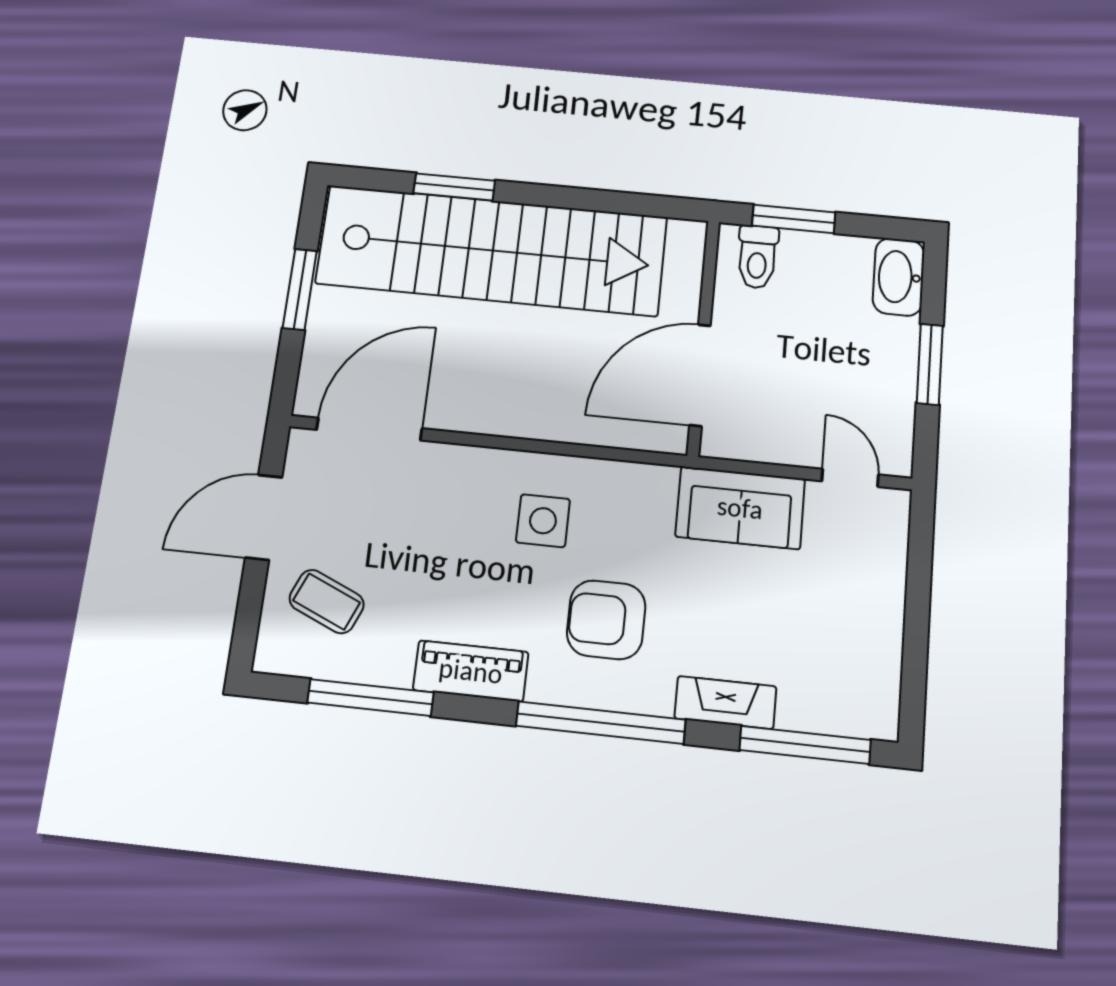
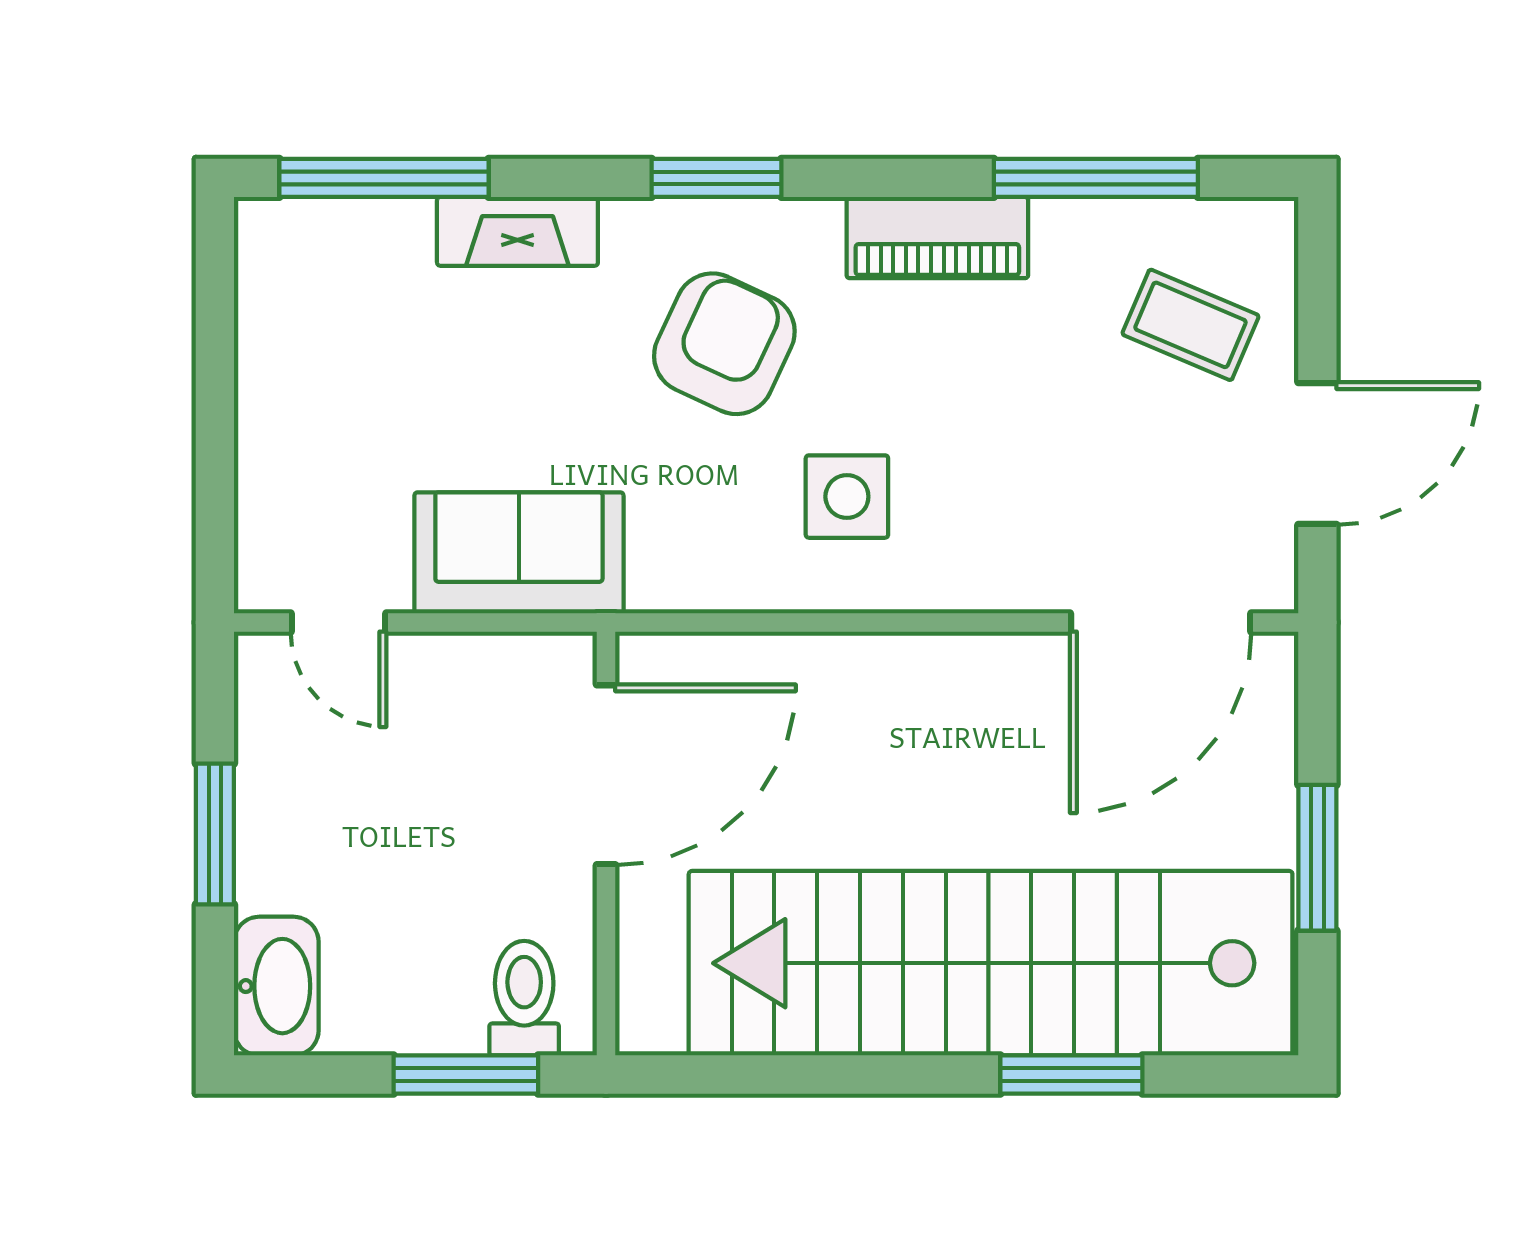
armchair: (606, 620) -> (724, 344), turned -65
window: (601, 723) -> (716, 178), width x0.47

